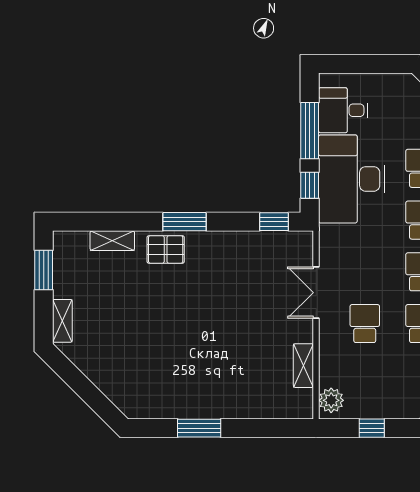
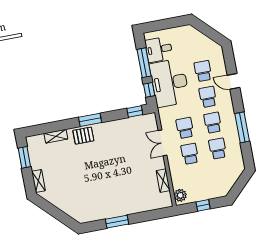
school desk: (365, 272) -> (185, 128), added

